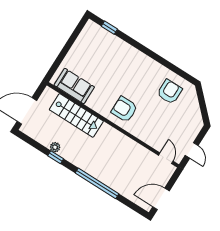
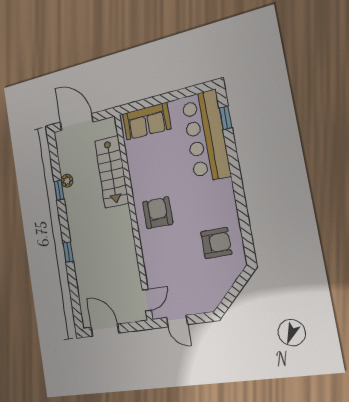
bar counter: (109, 46) -> (206, 136), added
sofa: (74, 86) -> (146, 121), moved, turned 90
door: (192, 150) -> (177, 321), hinge flipped
window: (97, 183) -> (68, 252), width x0.32

